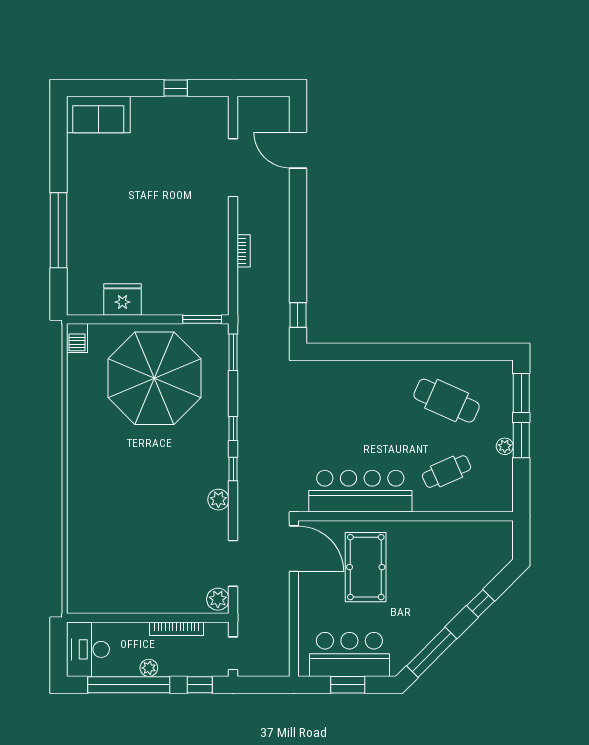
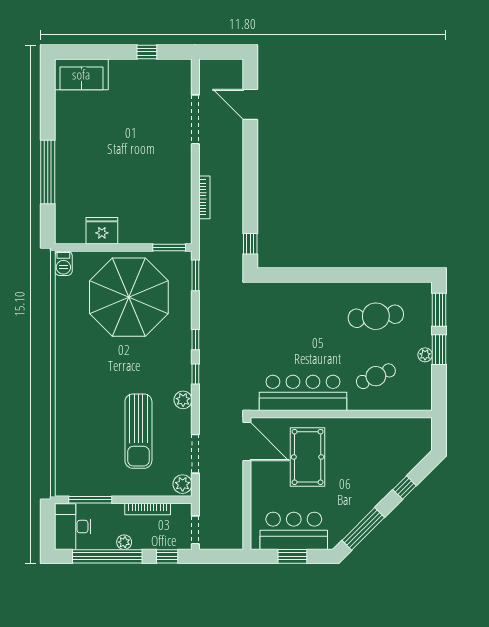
bookcase: (244, 251) -> (204, 197), width x1.56
cafe table: (447, 401) -> (376, 316), turned -30
sun lounger: (166, 537) -> (138, 431), added
window: (109, 618) -> (90, 500), added

